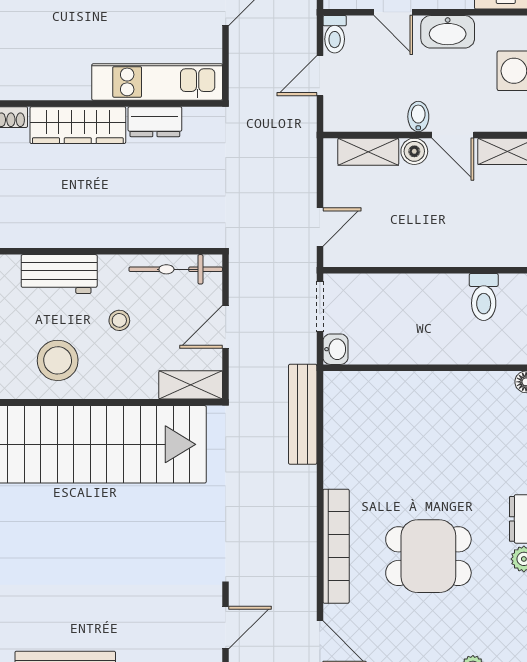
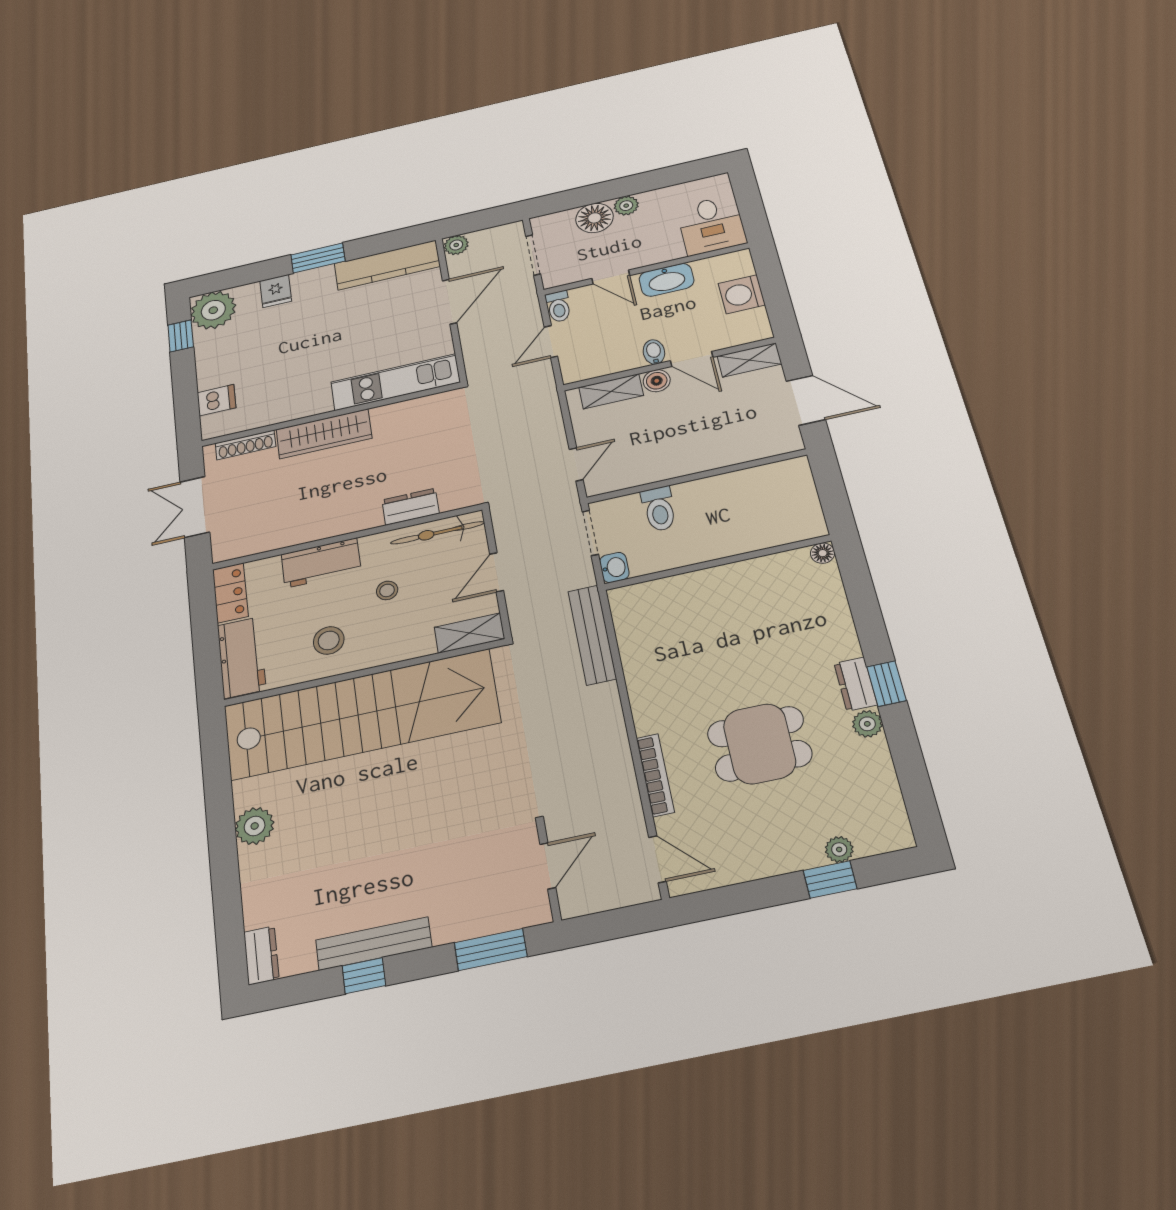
dresser: (155, 122) -> (411, 507), moved, turned 180
toilet: (484, 297) -> (659, 509), moved
stool: (58, 360) -> (329, 640), width x0.73, depth x0.73
bookcase: (336, 546) -> (655, 775), width x0.68, depth x0.76

